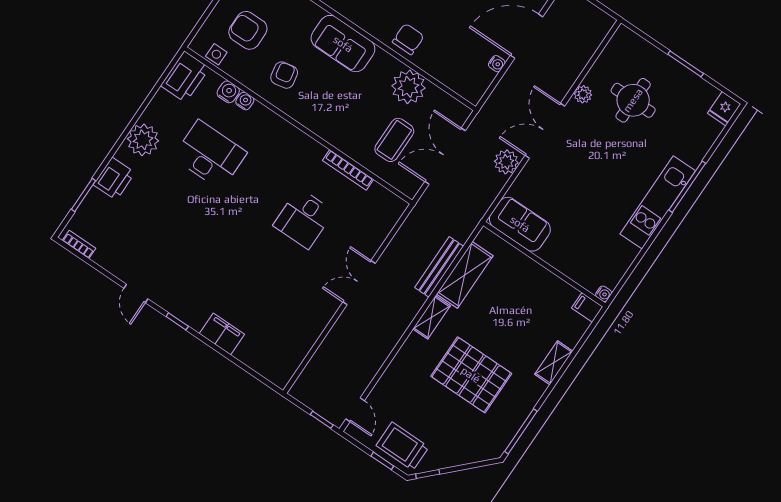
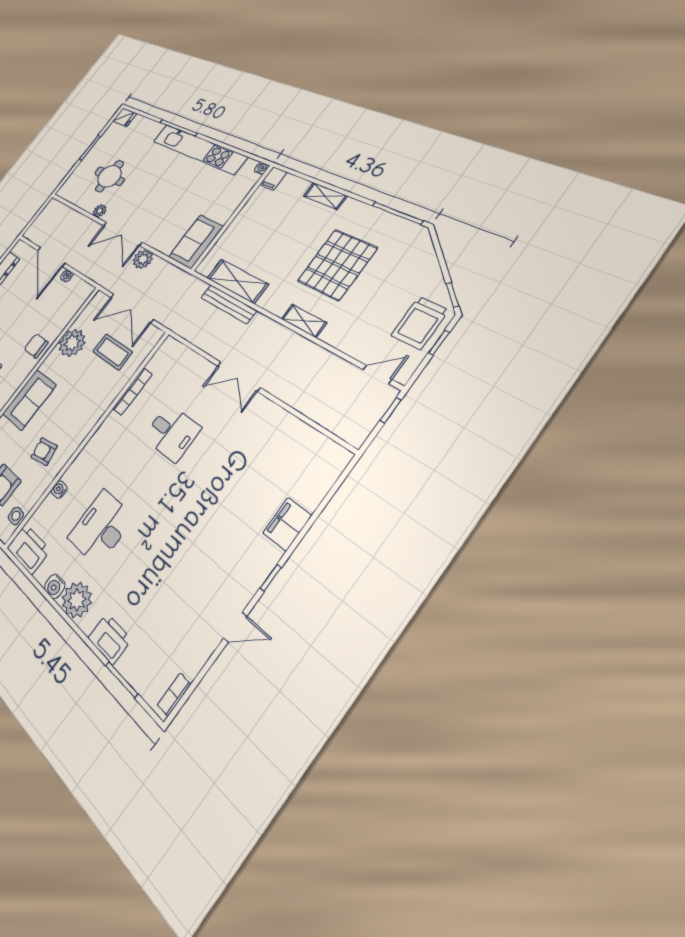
water cooler: (228, 92) -> (55, 586), moved, turned -90
kitchen unit: (658, 202) -> (199, 149), width x1.36
shelving: (432, 317) -> (304, 321), moved

